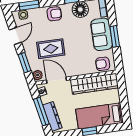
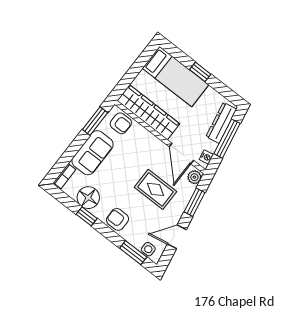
window: (115, 36) -> (95, 121), moved

